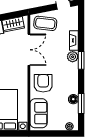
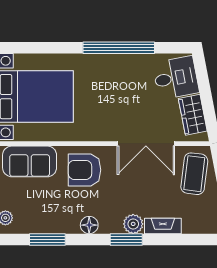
armchair: (43, 83) -> (84, 170), turned 180
floor lamp: (73, 99) -> (89, 225), moved

